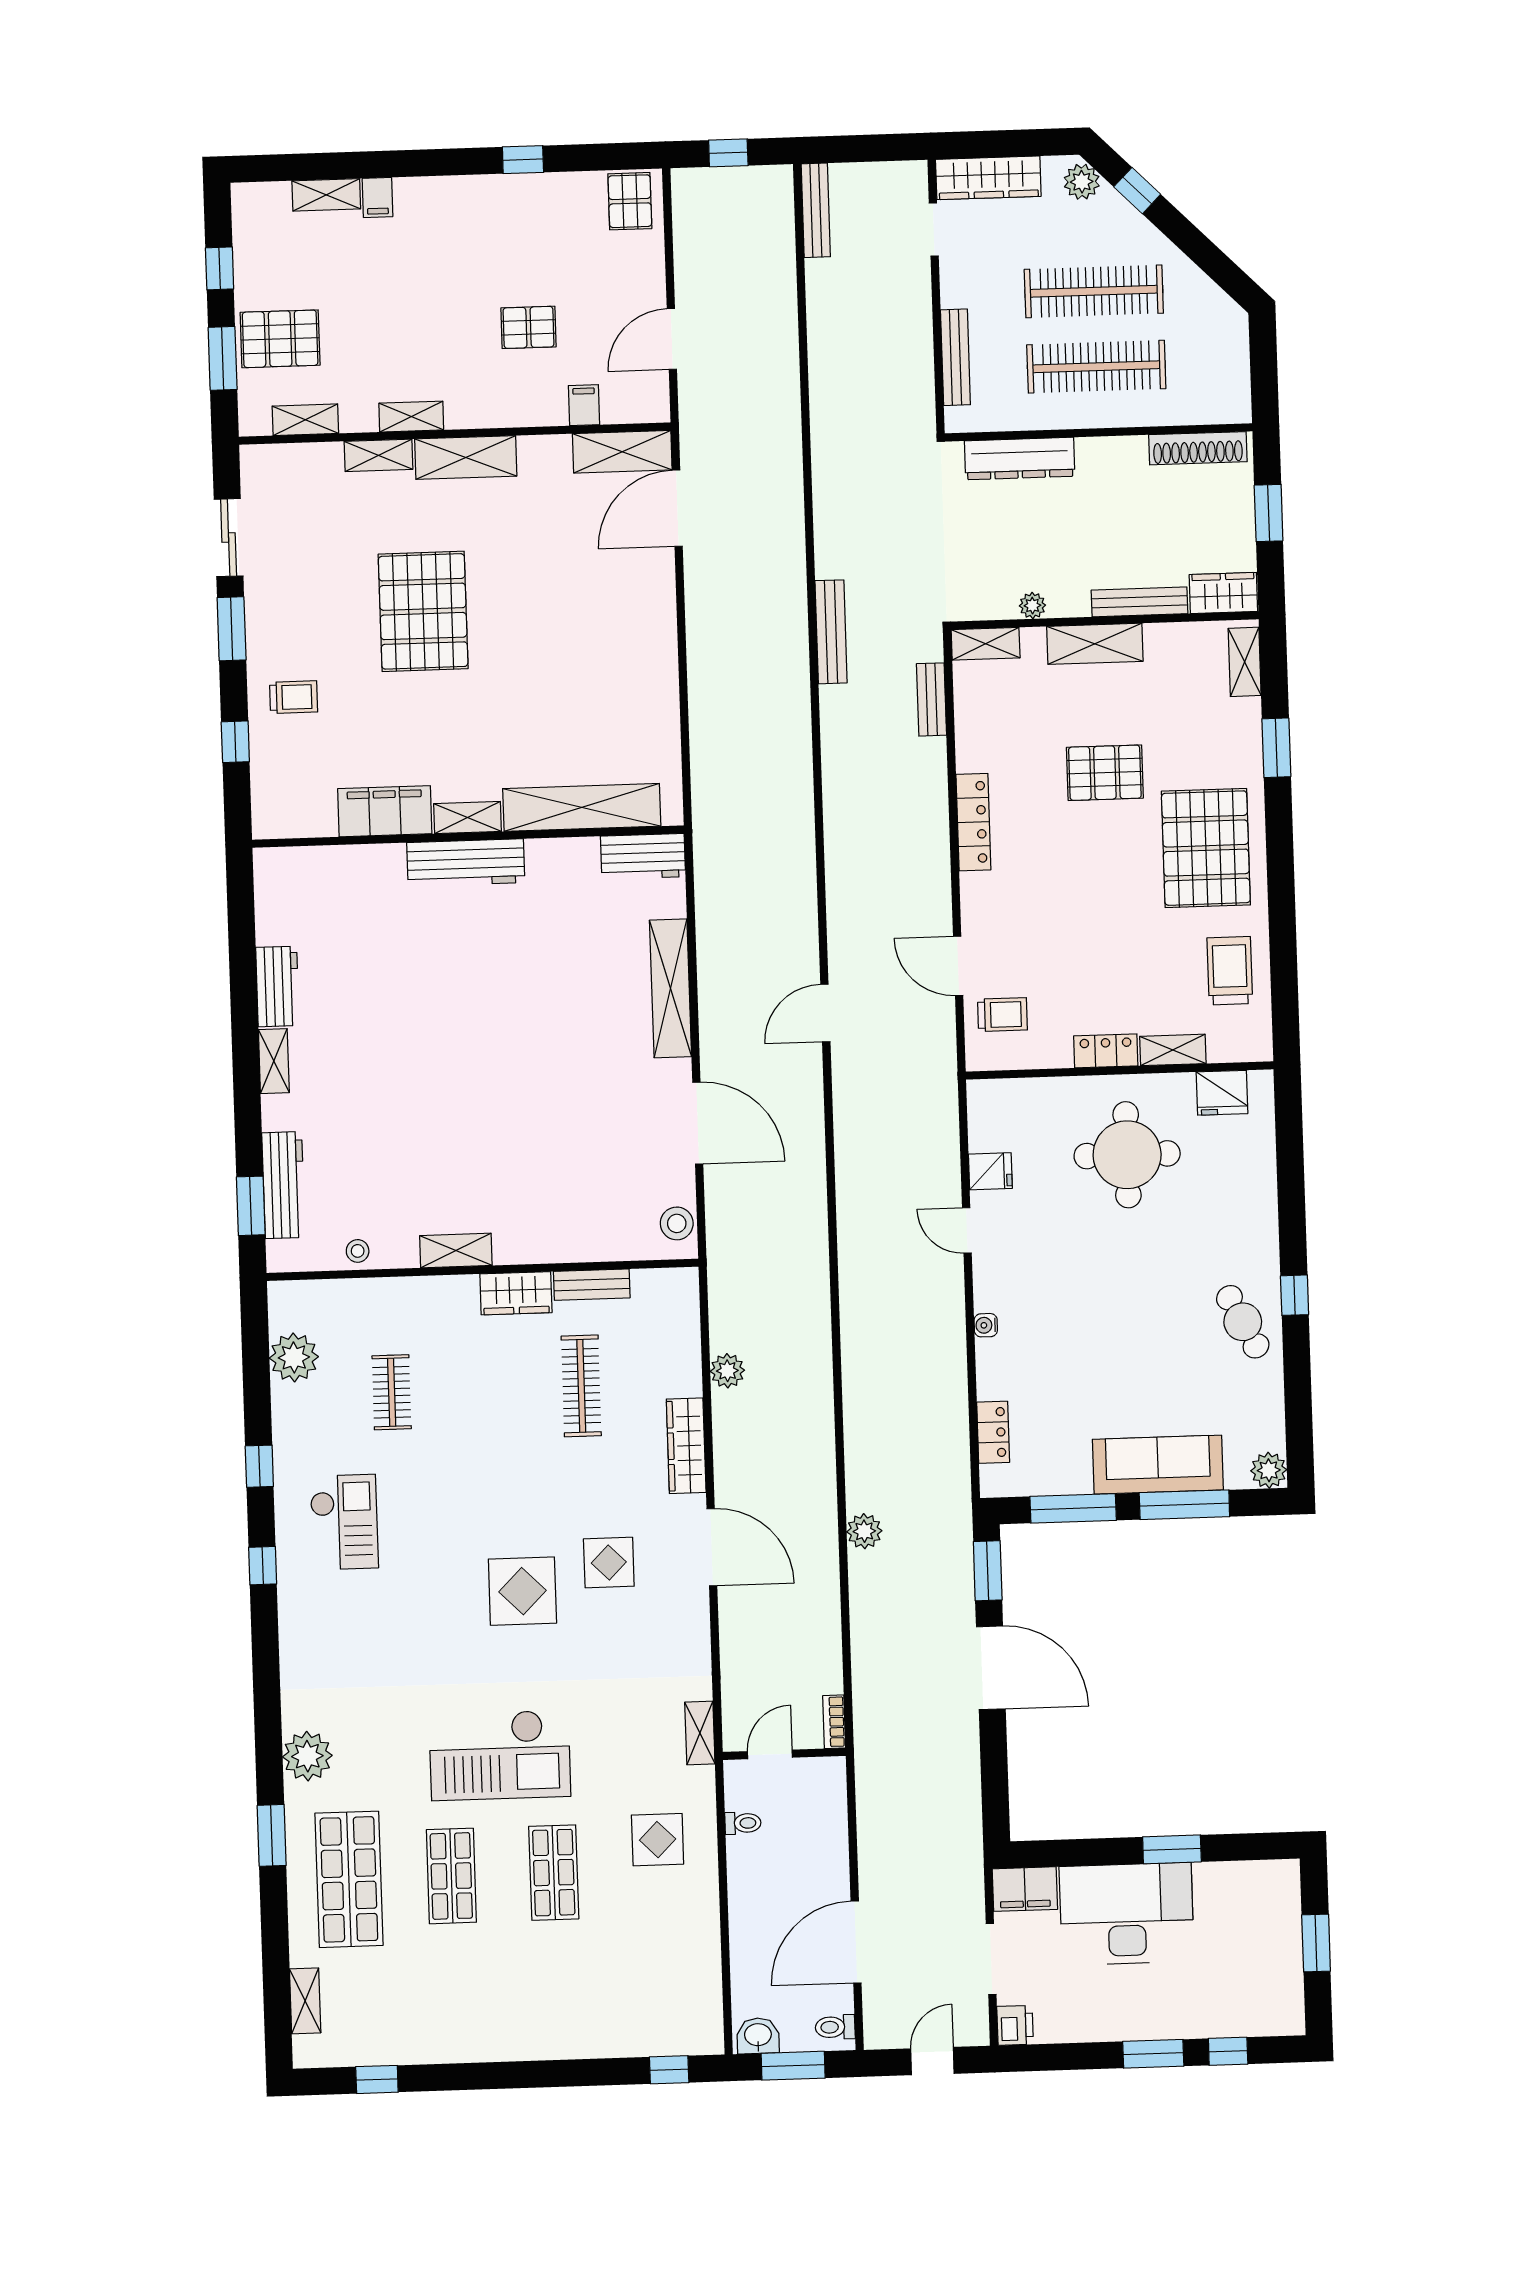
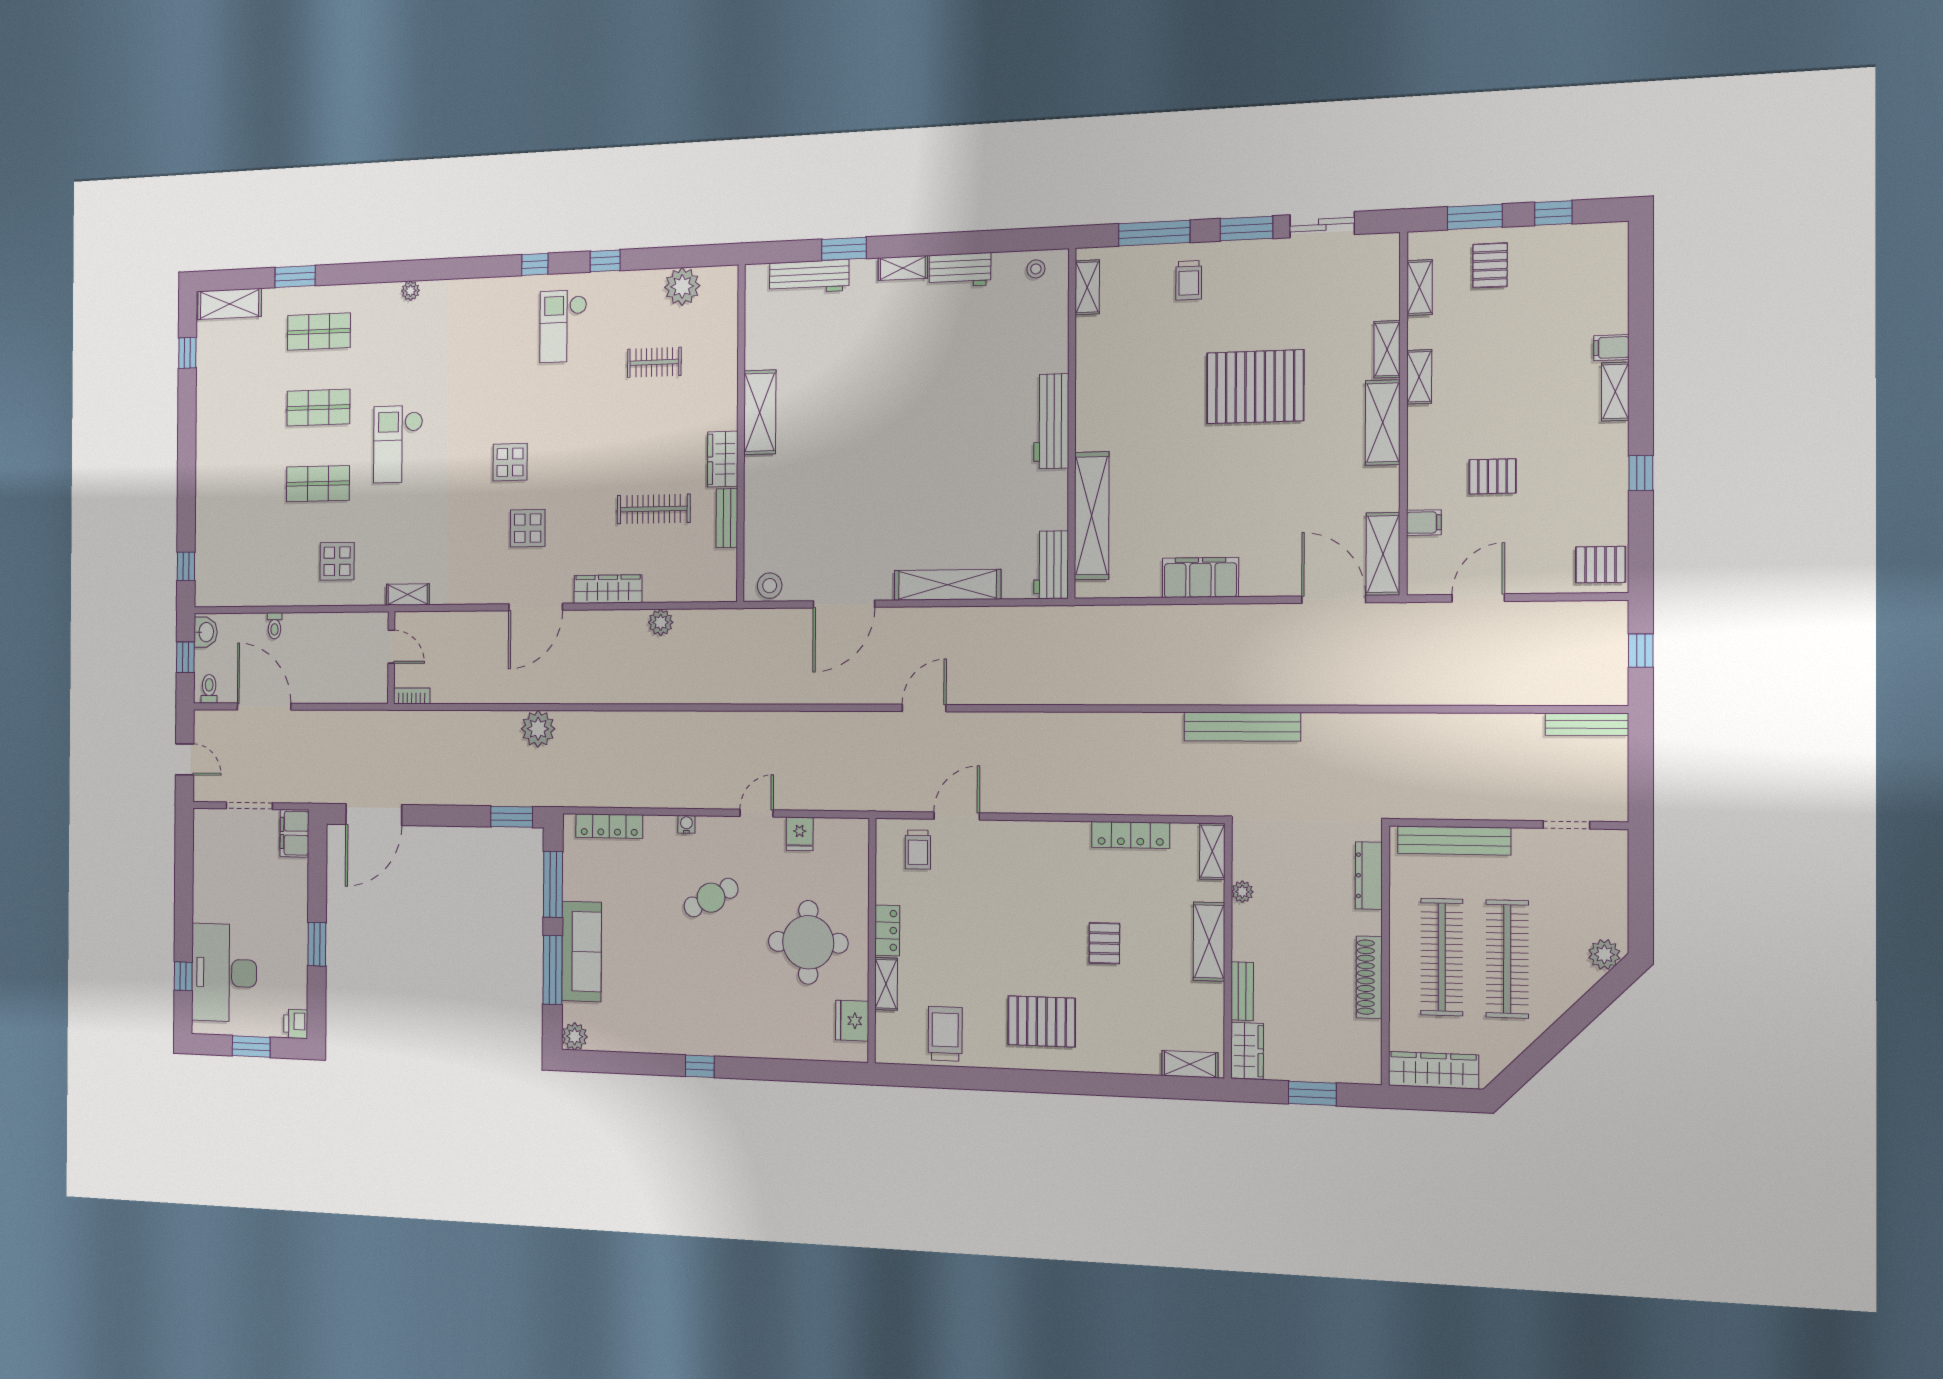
wardrobe: (988, 178) -> (1433, 1070), moved, turned 90
window: (1137, 191) -> (1595, 1002), removed
shelving: (326, 195) -> (1615, 392), moved
pallet: (528, 327) -> (1493, 476), turned 90
pallet: (280, 339) -> (1490, 265), width x0.67, depth x0.71
door: (672, 339) -> (1478, 598), hinge flipped
bench: (955, 357) -> (1454, 840), width x1.37, depth x1.21
shoe rack: (1198, 448) -> (1369, 977), moved
dresser: (1020, 459) -> (1369, 876), width x0.73, depth x0.80
bench: (1139, 602) -> (1242, 991), width x0.73
bench: (831, 632) -> (1242, 727), width x1.37, depth x1.21
bench: (931, 699) -> (1168, 804), removed
window: (235, 742) -> (1154, 233), width x2.17
window: (1276, 748) -> (1119, 1085), removed
pallet: (1105, 773) -> (1104, 943), width x0.67, depth x0.71
filing cabinet: (385, 811) -> (1200, 577), moved, turned -90
shelving: (467, 818) -> (1087, 287), moved
locker: (973, 822) -> (1131, 835), moved
pallet: (1206, 848) -> (1042, 1021), width x0.73, depth x0.71
trolley: (1230, 971) -> (945, 1034), turned -90
door: (825, 1013) -> (924, 708), hinge flipped
window: (251, 1206) -> (844, 249), moved
stool: (358, 1251) -> (1036, 269), moved
shelving: (456, 1251) -> (760, 412), width x1.50, depth x1.33
cafe table: (1243, 1322) -> (711, 898), moved
locker: (993, 1432) -> (609, 826), width x1.53
checkout: (344, 1522) -> (563, 326), turned 90
plant: (864, 1531) -> (538, 729), width x1.36, depth x1.36
display table: (522, 1591) -> (510, 462), width x0.73, depth x0.73
door: (991, 1668) -> (374, 815), moved
checkout: (500, 1755) -> (398, 444), width x0.73, depth x0.83
plant: (307, 1756) -> (411, 291), width x0.53, depth x0.53
toilet: (743, 1823) -> (275, 626), moved
window: (272, 1835) -> (295, 276), moved
shop shelf: (349, 1879) -> (319, 332), width x0.70, depth x0.74
desk: (1127, 1914) -> (224, 973), moved, turned 180
shelving: (305, 2001) -> (230, 304), width x1.50, depth x1.33
printer: (1015, 2025) -> (296, 1024), moved, turned 90
window: (1153, 2054) -> (184, 921), removed
window: (793, 2066) -> (185, 657), width x0.67

